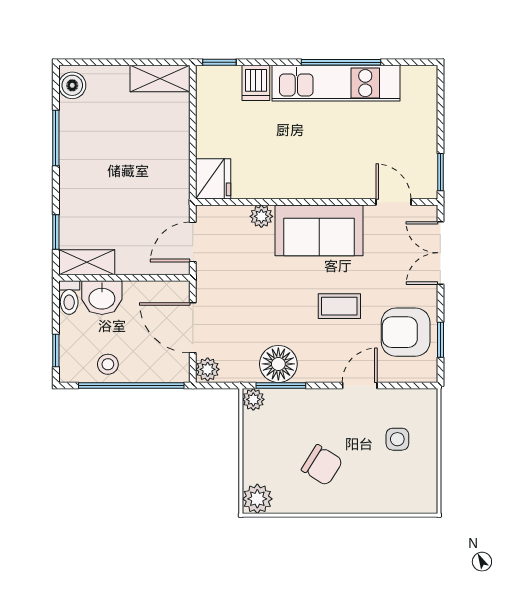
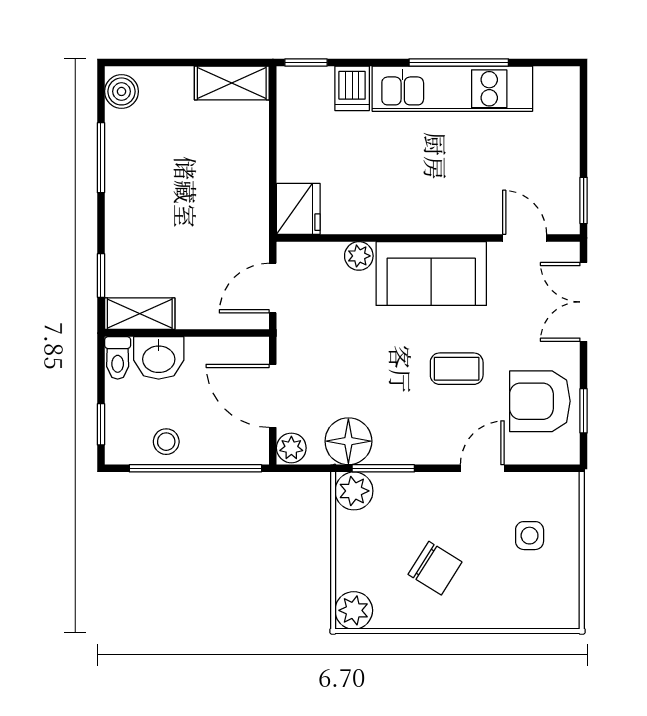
floor lamp: (278, 364) -> (348, 441), moved
plant: (253, 399) -> (354, 491), width x1.38, depth x1.38

